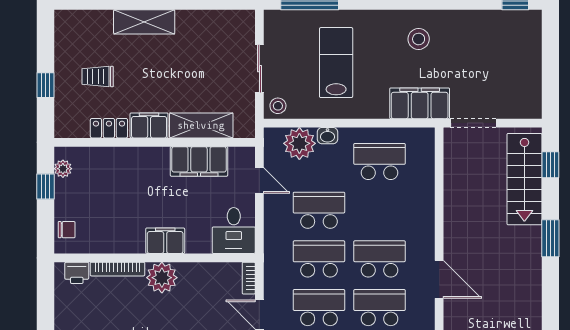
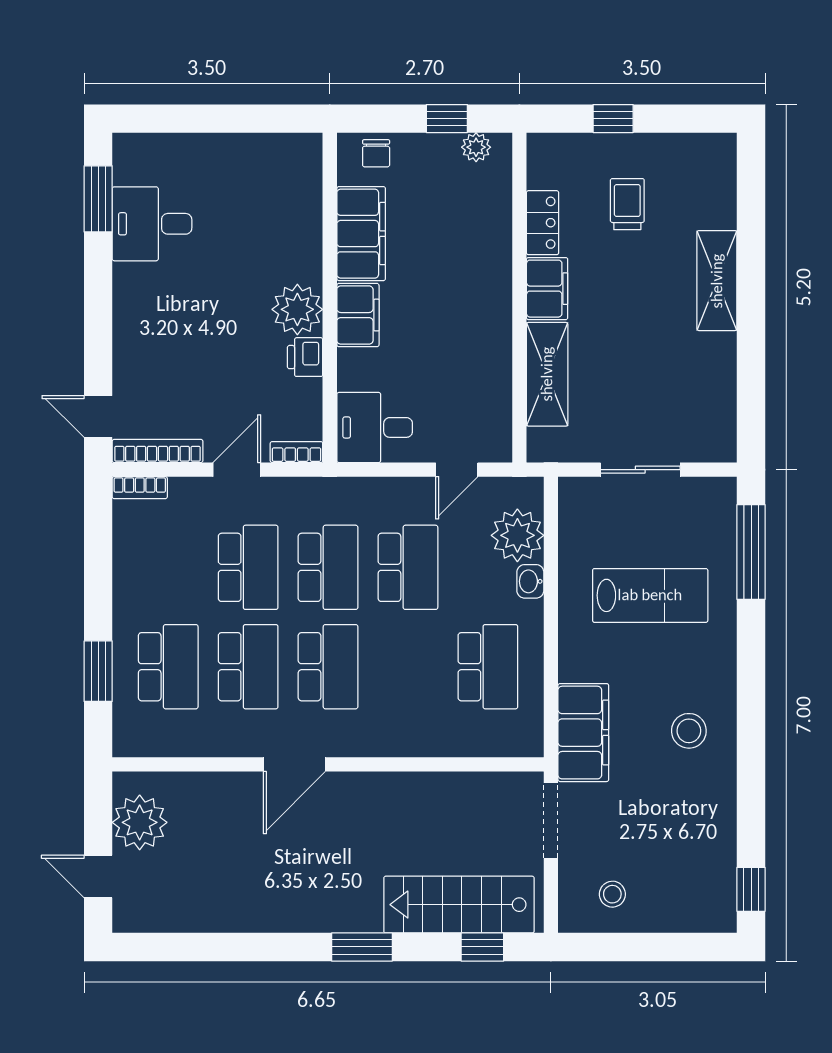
stool: (278, 106) -> (612, 894), moved
filing cabinet: (199, 161) -> (361, 234), moved, turned 180
bookcase: (117, 269) -> (311, 237), removed
printer: (77, 273) -> (305, 357), moved

